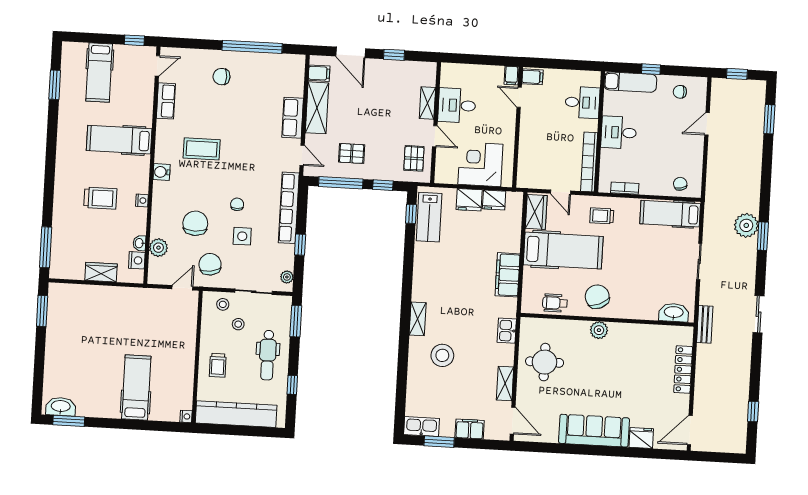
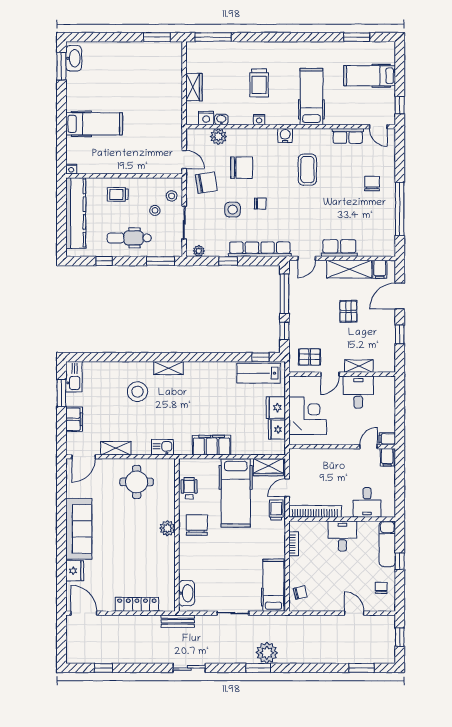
pallet: (352, 153) -> (348, 311), moved
trolley: (602, 216) -> (276, 510), moved
chair: (597, 297) -> (197, 525), turned -67

